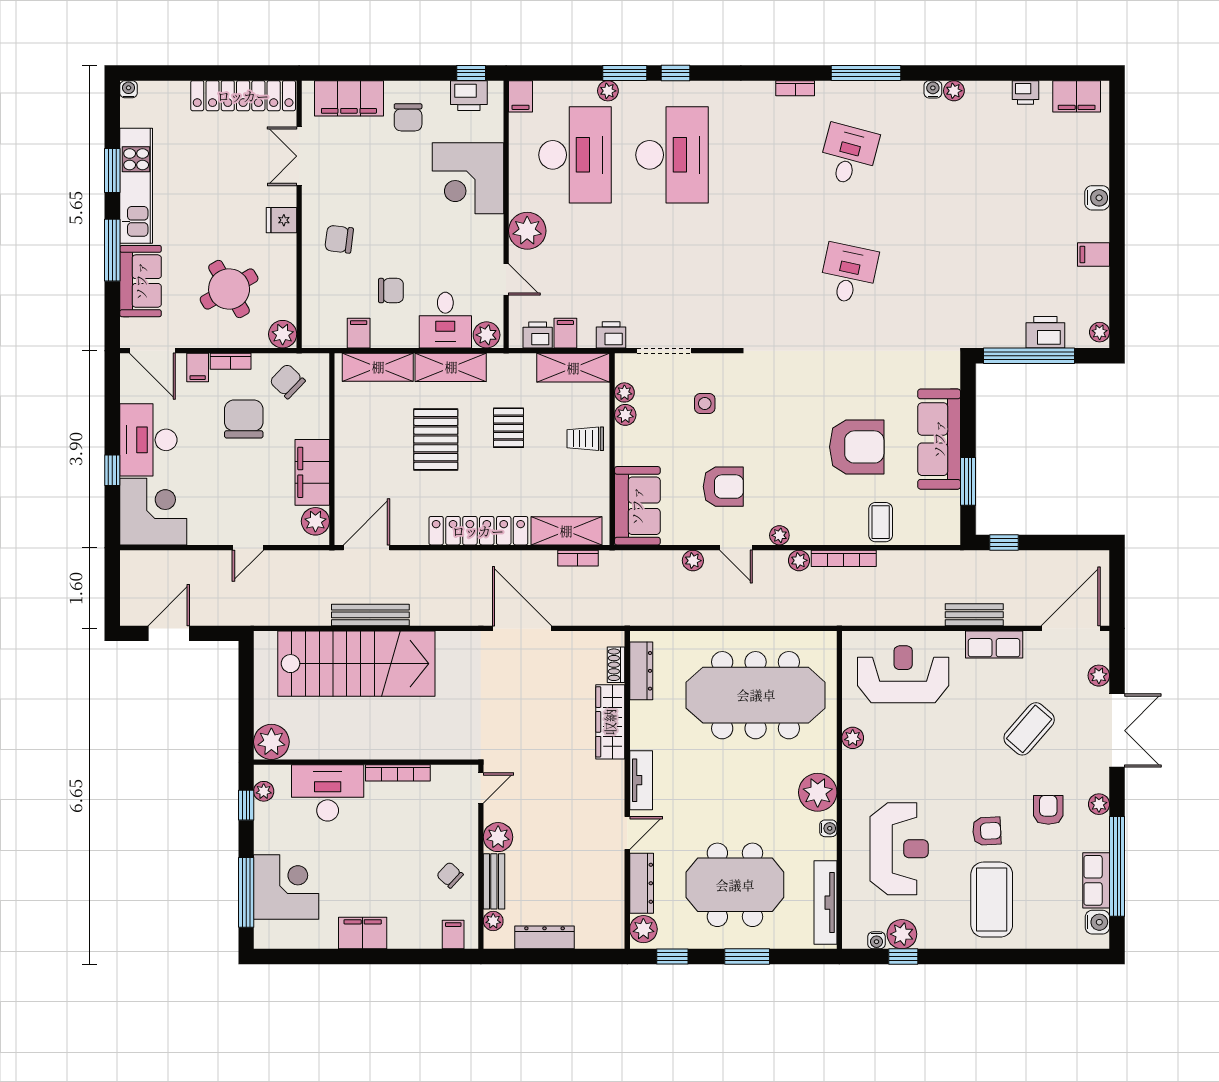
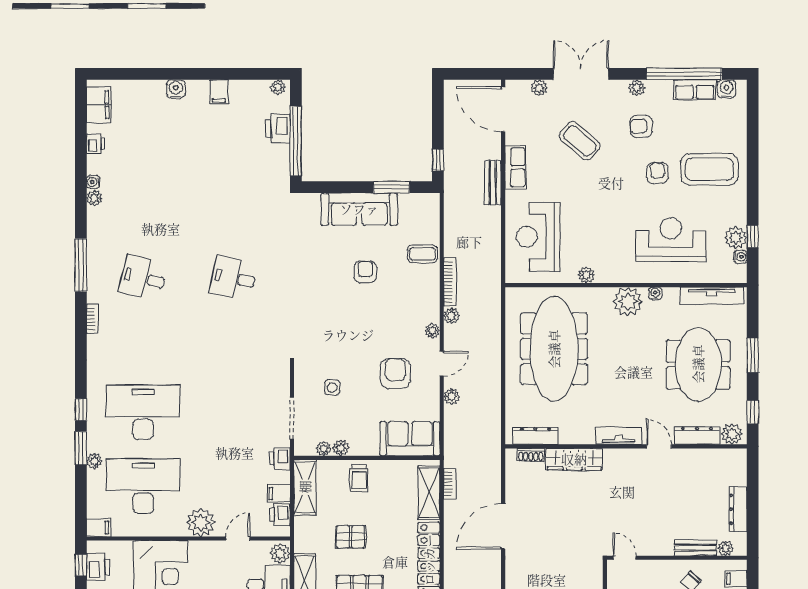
water cooler: (933, 89) -> (93, 182), moved
armchair: (857, 447) -> (365, 272), width x0.53, depth x0.53
plant: (498, 837) -> (662, 545), removed

